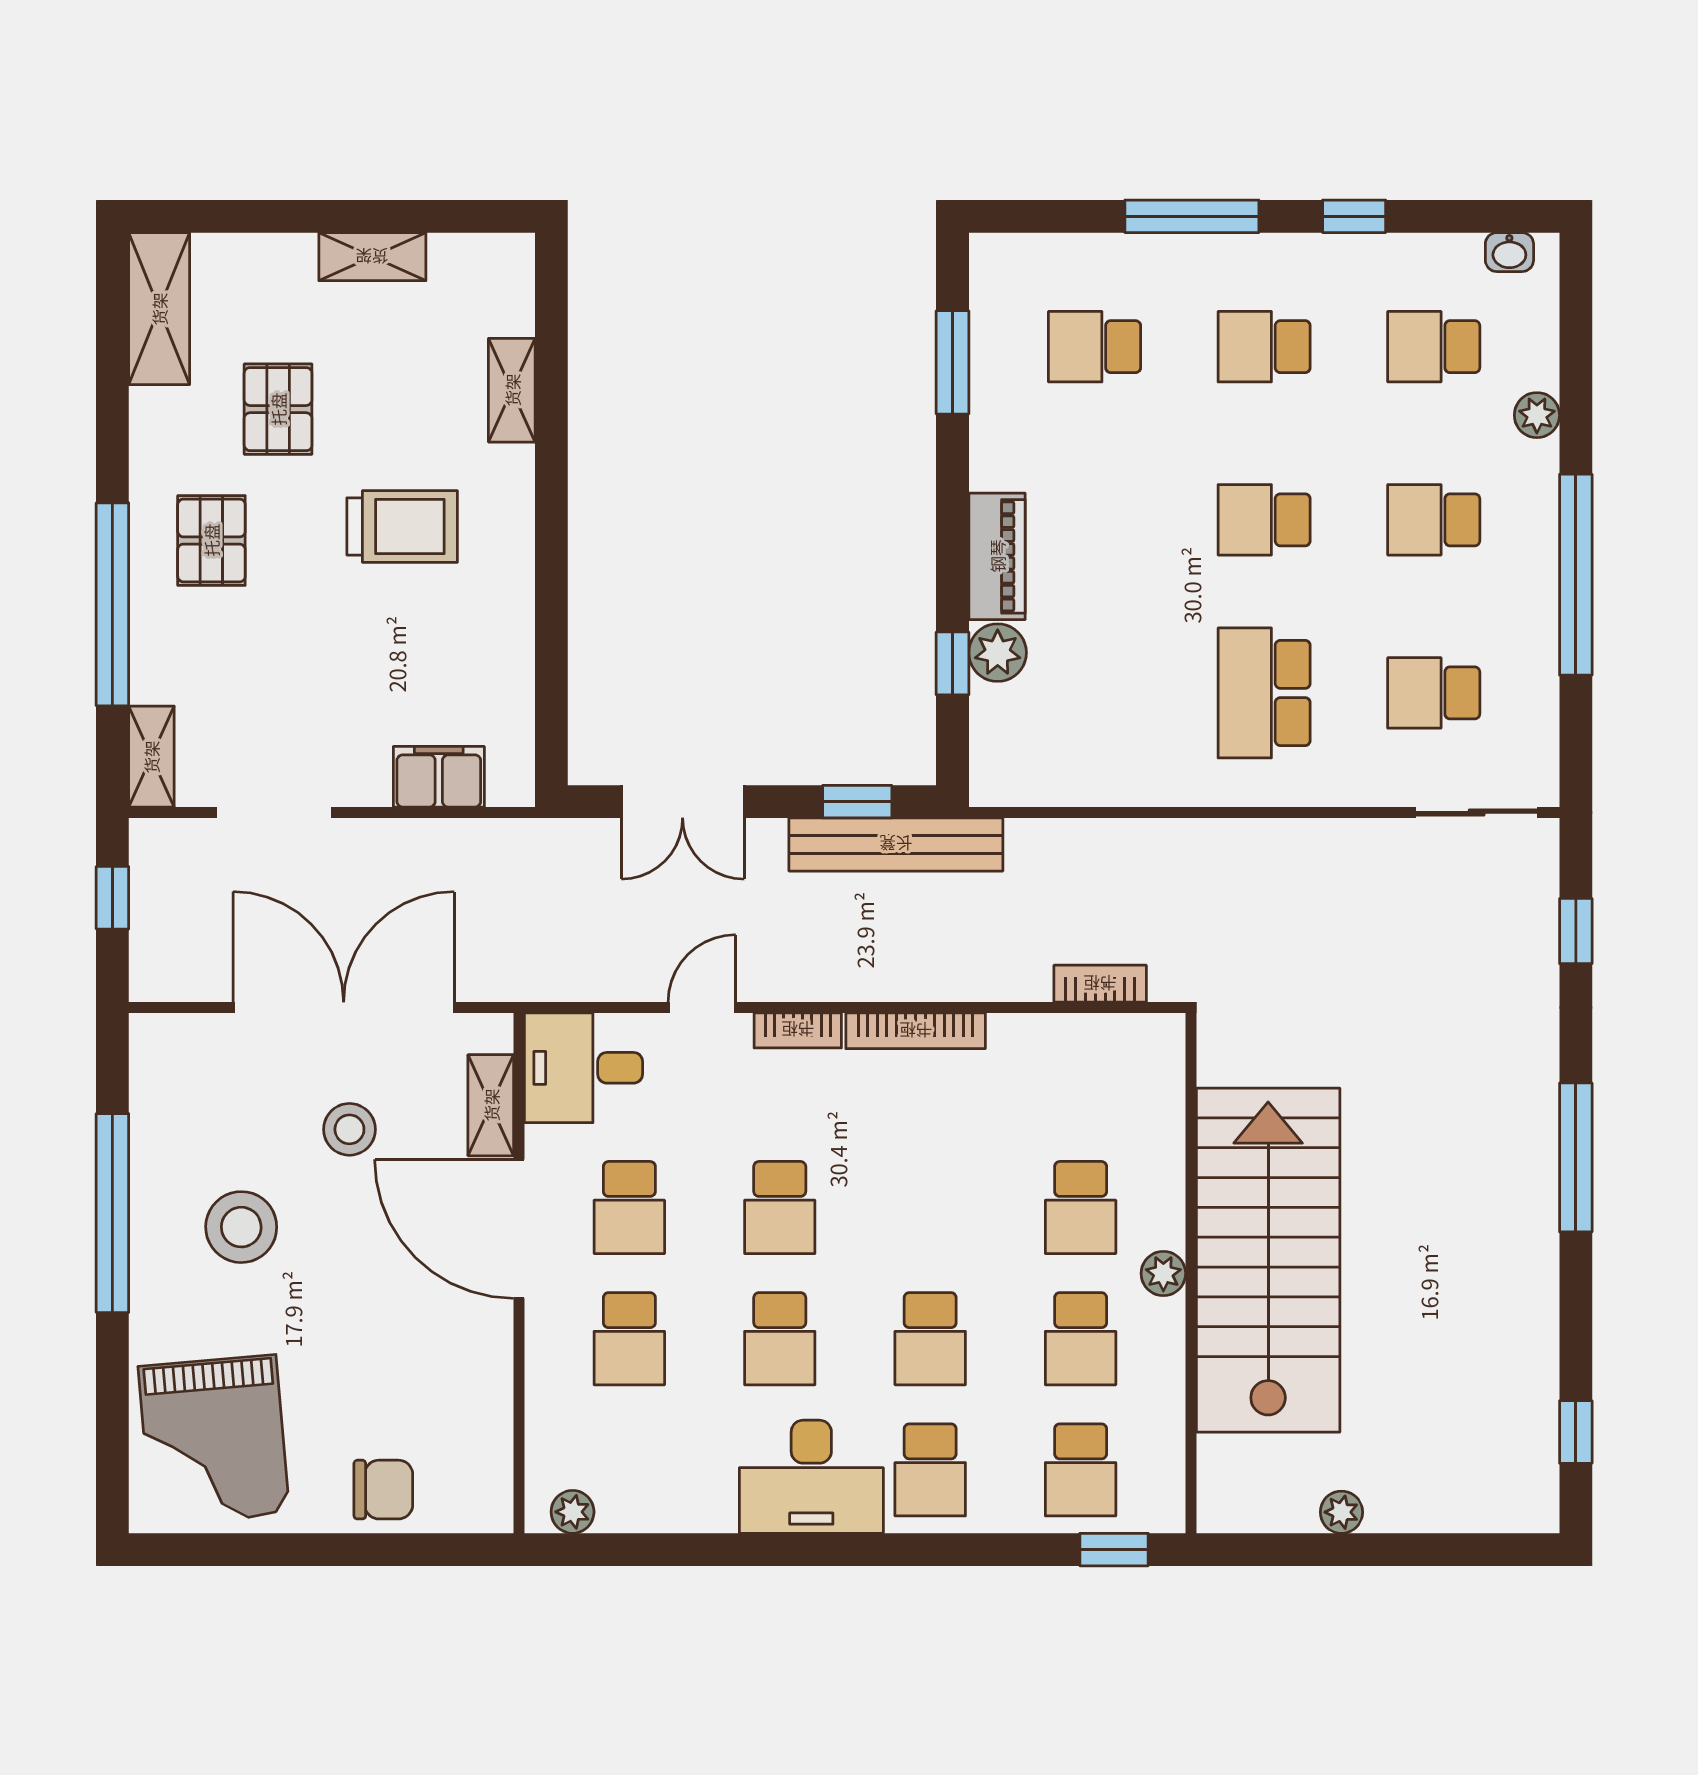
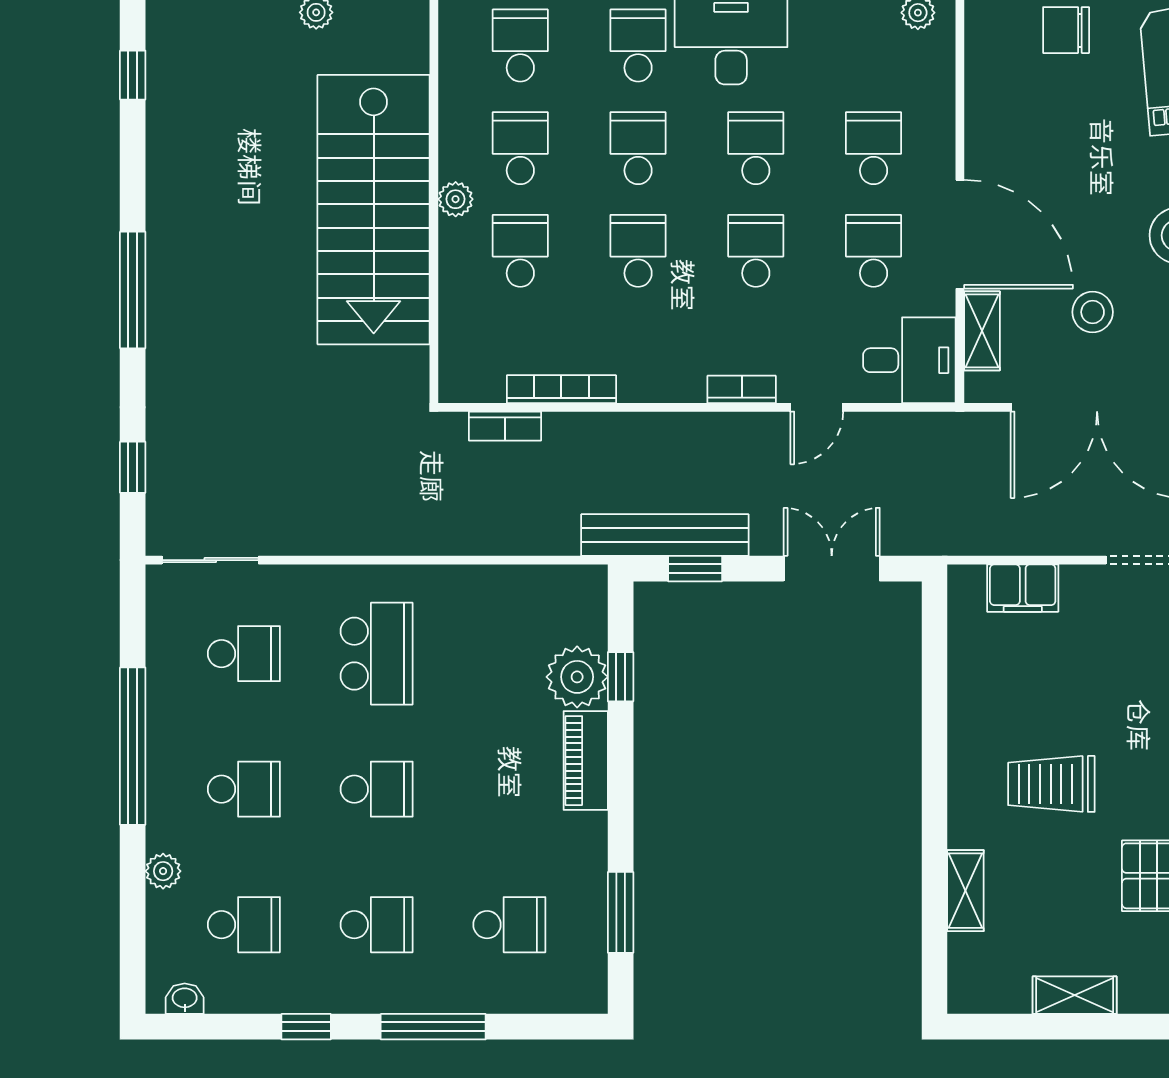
plant: (998, 653) -> (577, 677), width x1.36, depth x1.36
bookcase: (916, 1031) -> (561, 389), moved
school desk: (930, 1208) -> (638, 251), added

